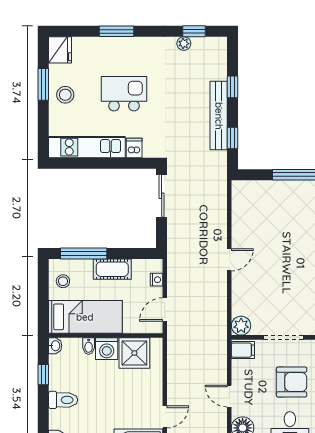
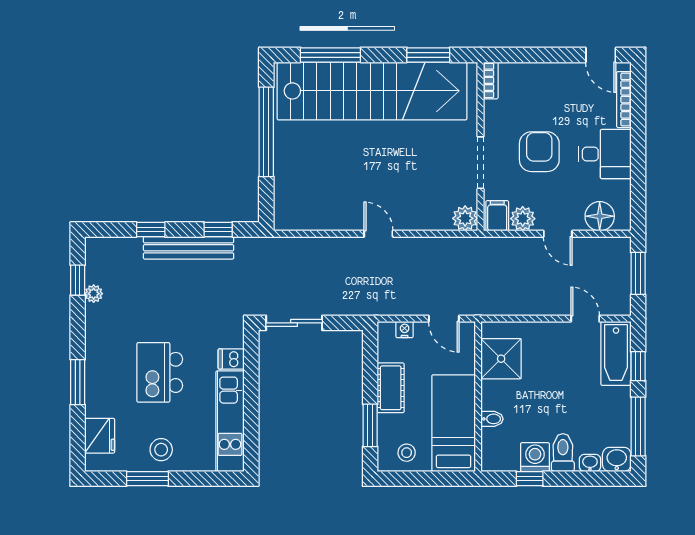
fridge: (60, 50) -> (100, 436), moved, turned 90
window: (84, 254) -> (370, 425), width x0.69
washbasin: (55, 346) -> (590, 463), moved
washing machine: (107, 349) -> (535, 457), moved, turned -90
plant: (241, 369) -> (523, 219), added
door: (229, 396) -> (558, 234), hinge flipped

